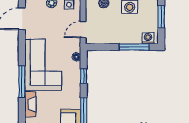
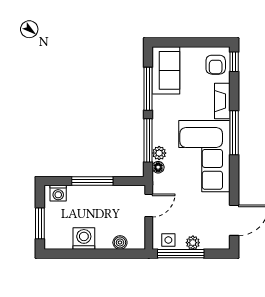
window: (134, 47) -> (92, 181), moved
plant: (76, 67) -> (159, 153), added
window: (84, 76) -> (148, 140), width x2.17

